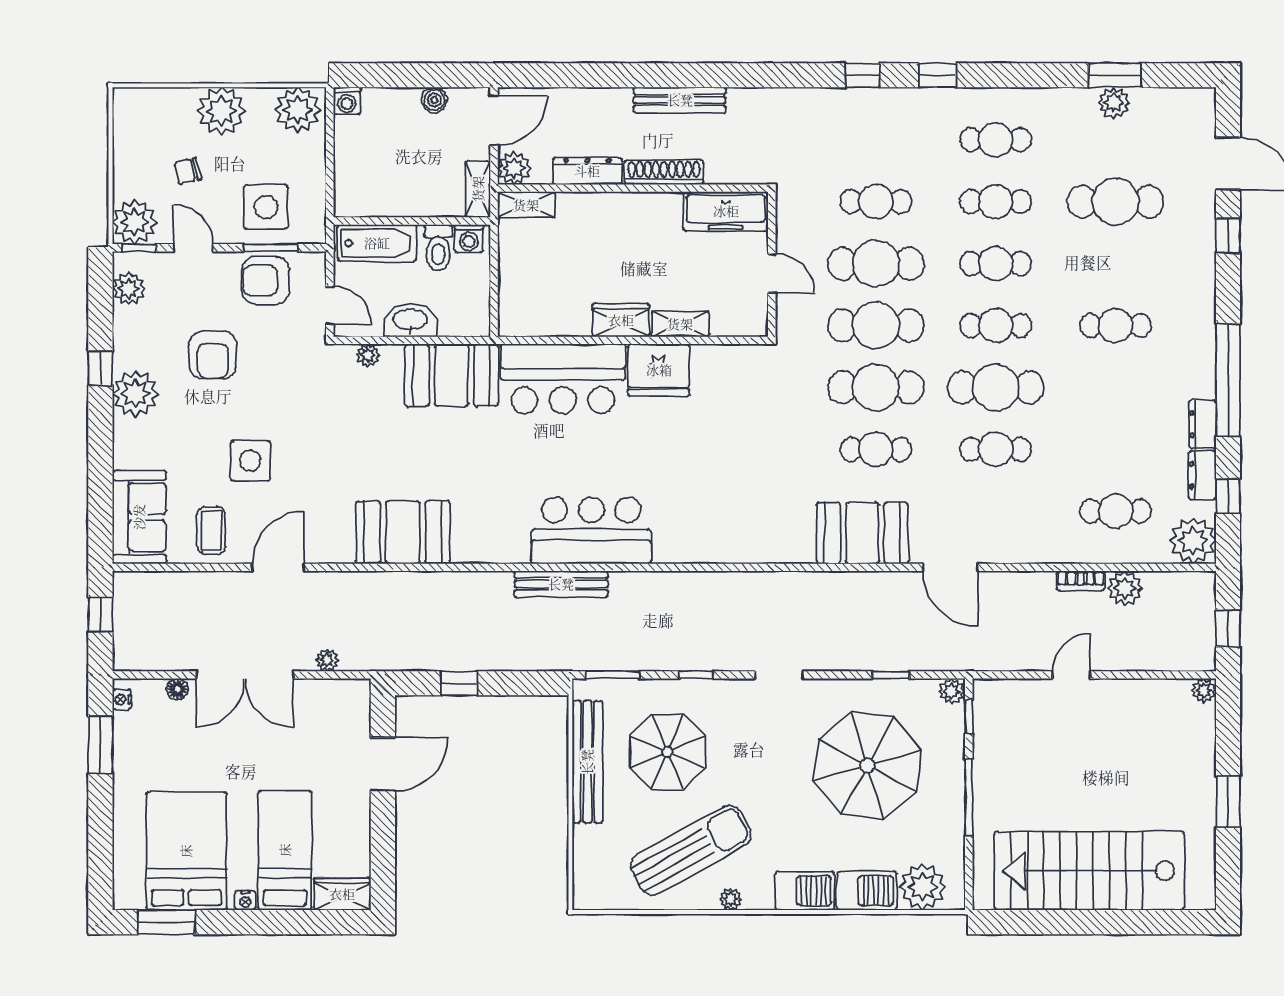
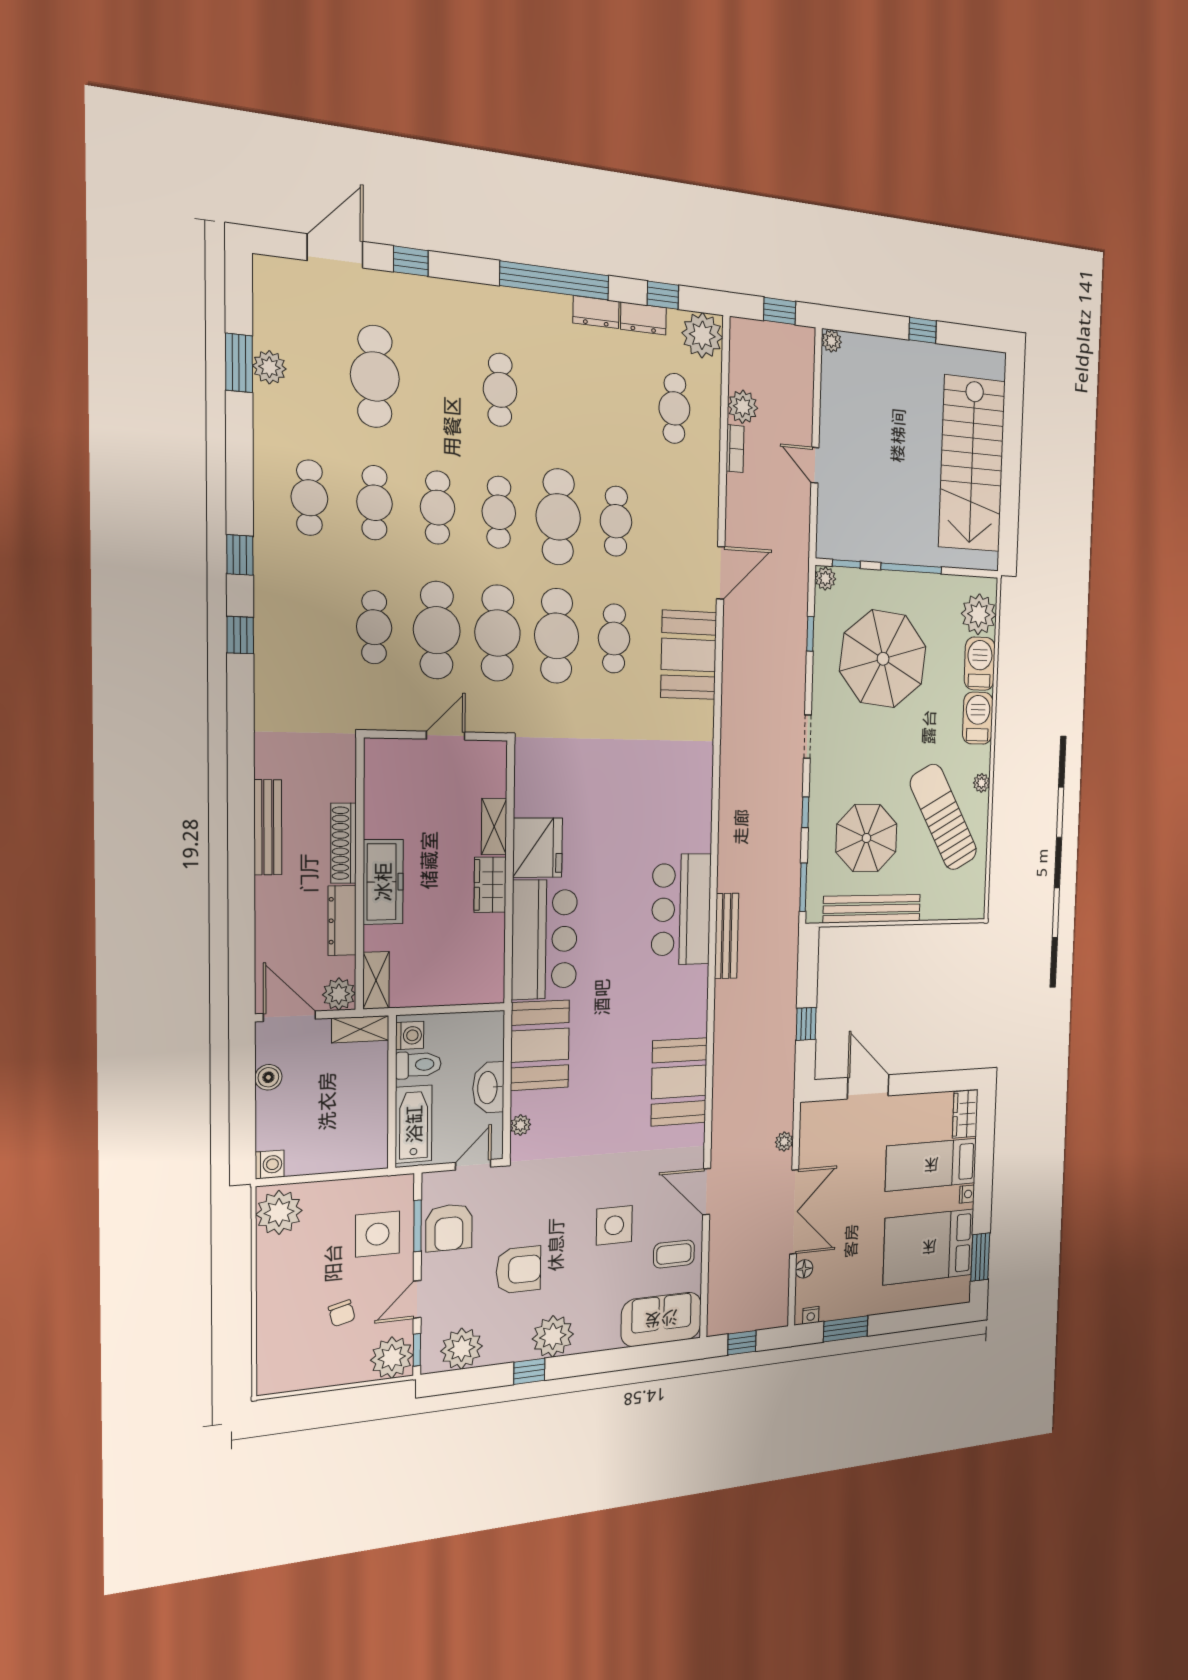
plant: (221, 111) -> (281, 1287), removed
freezer: (726, 211) -> (383, 882), moved
plant: (129, 289) -> (462, 1349), width x1.36, depth x1.36
window: (1228, 802) -> (923, 330), width x0.67

